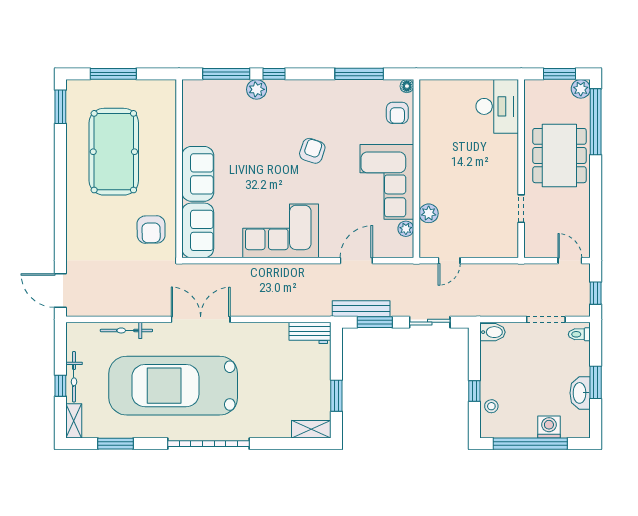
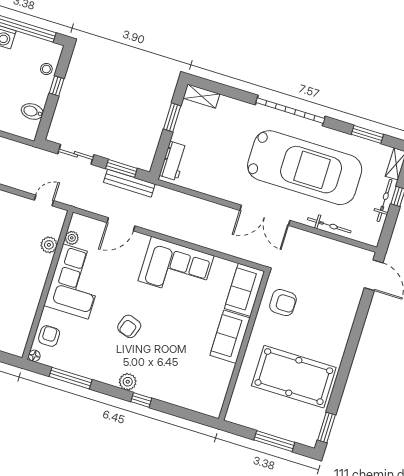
window: (226, 74) -> (181, 412), removed
plant: (257, 89) -> (128, 382), moved
pool table: (114, 152) -> (294, 377), turned 90
armchair: (151, 230) -> (283, 303), turned 91
bidet: (493, 332) -> (32, 111), moved
workbench: (310, 333) -> (173, 161), moved, turned 90

